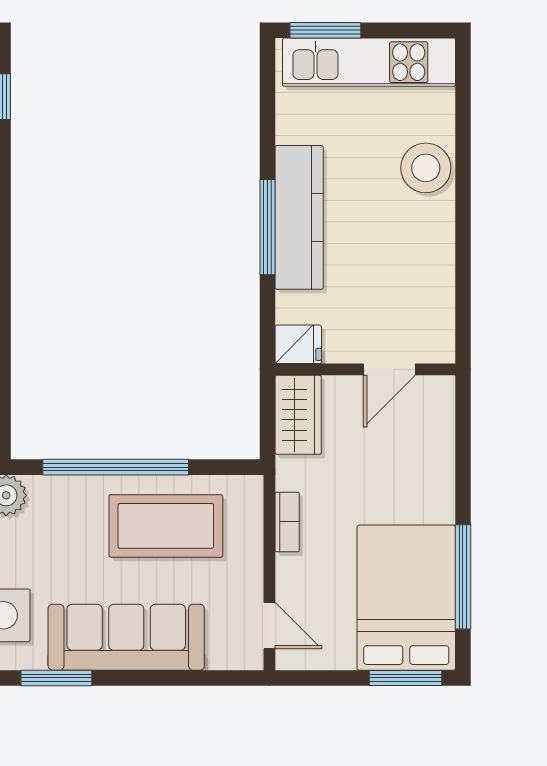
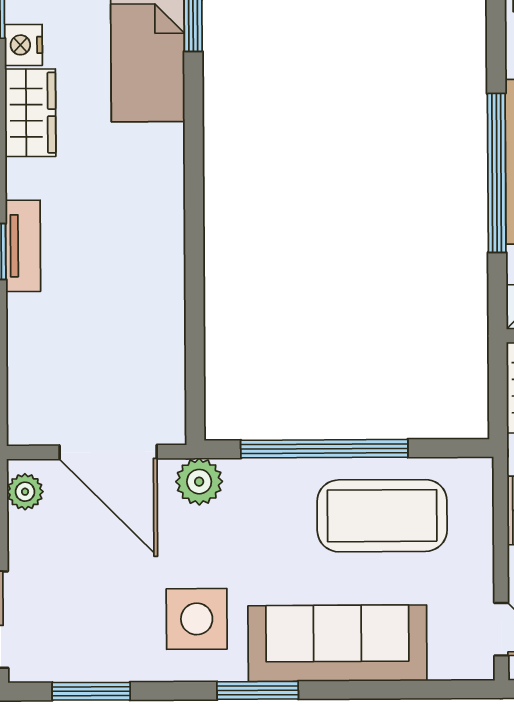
window: (267, 227) -> (497, 173), width x1.46

